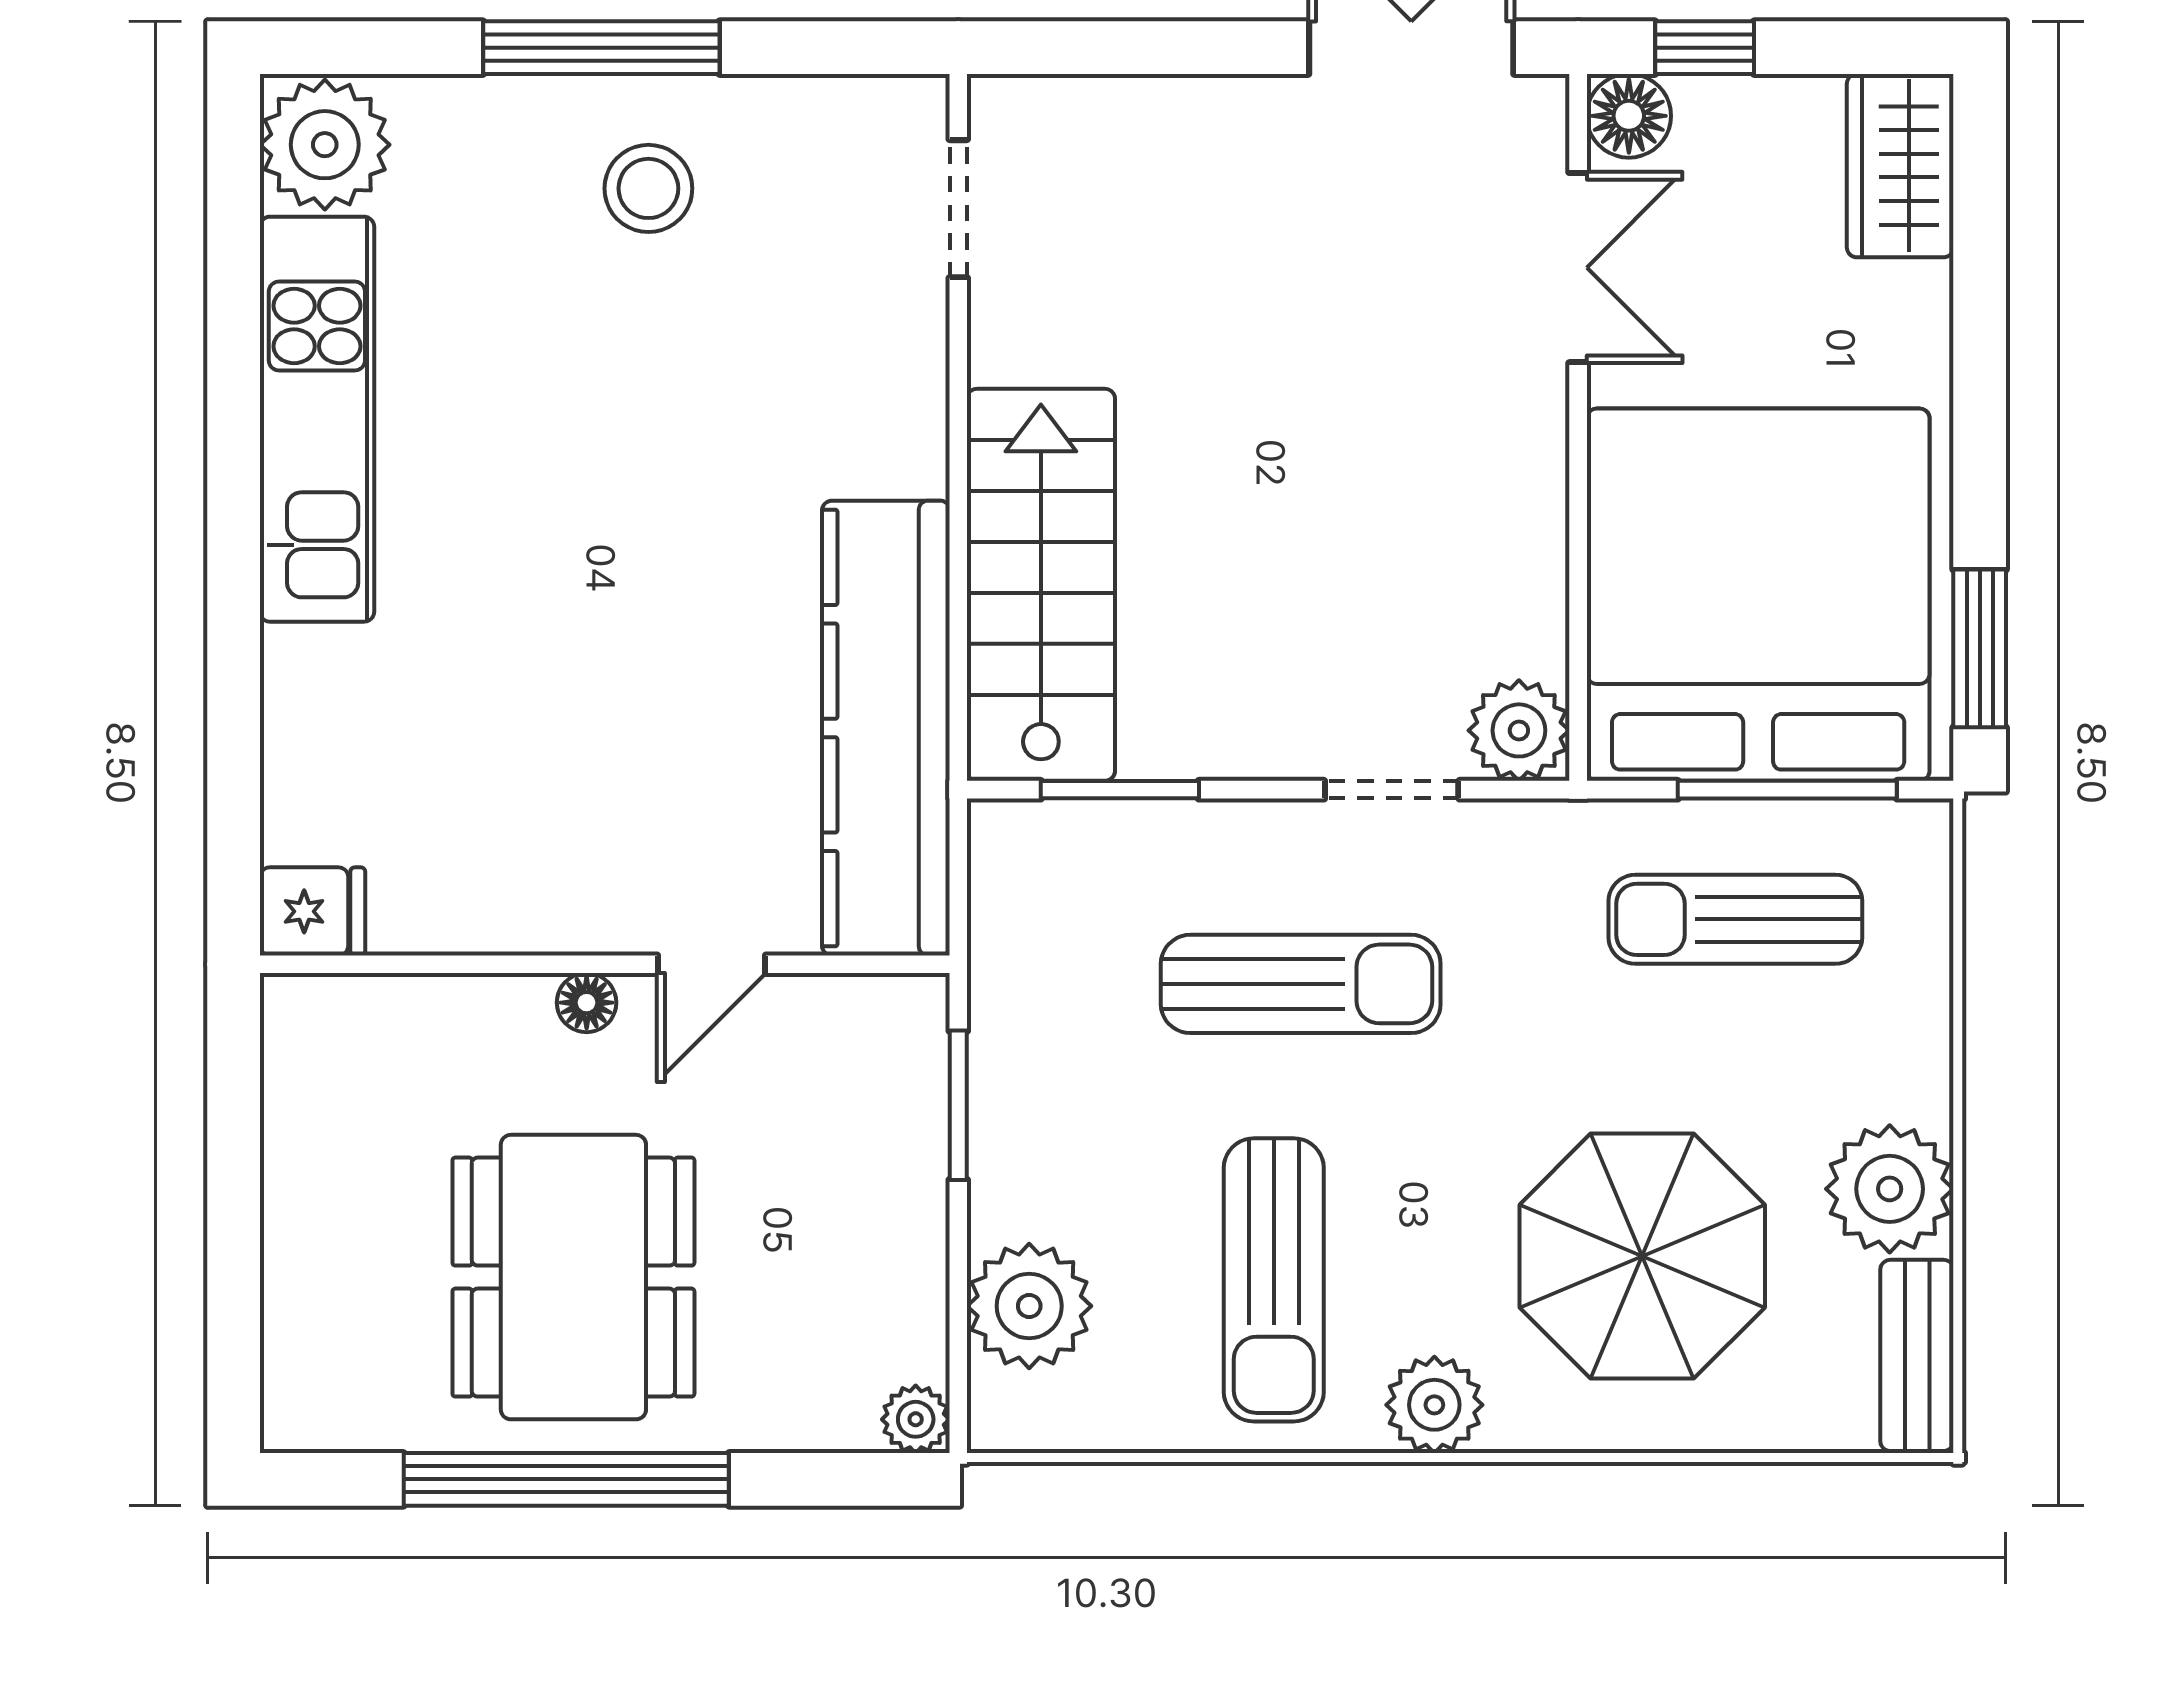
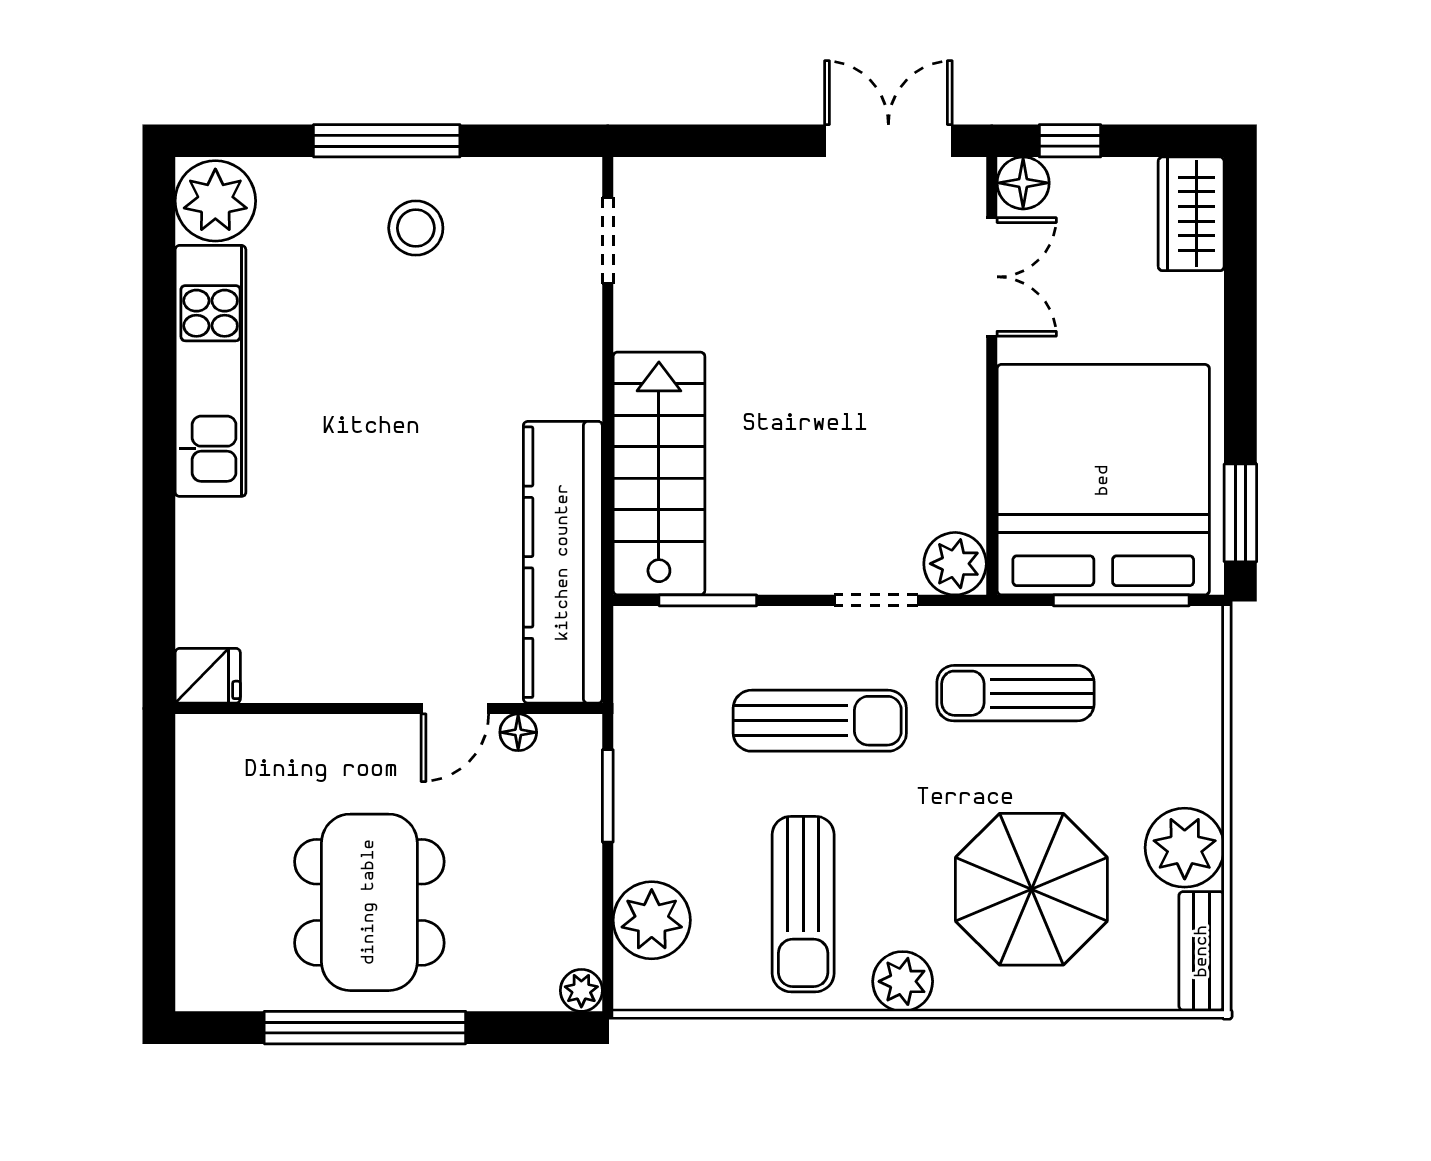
sun lounger: (1735, 919) -> (1016, 693), moved
floor lamp: (587, 1003) -> (518, 732), moved

